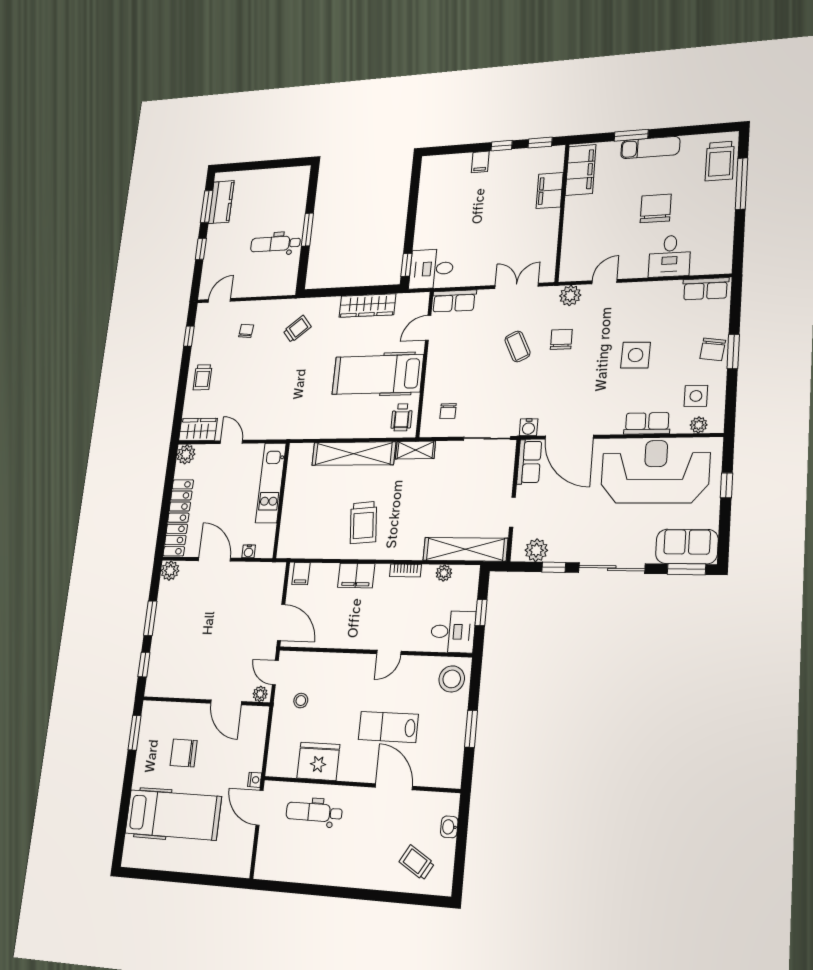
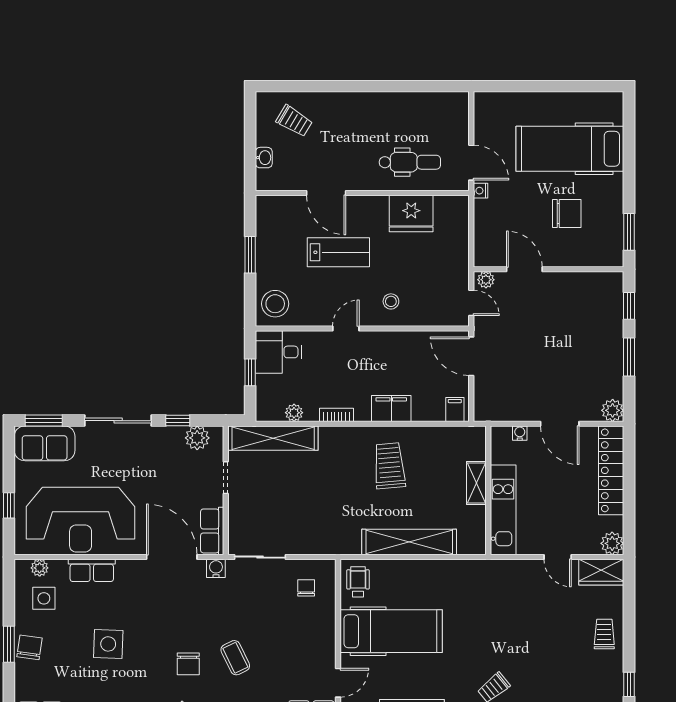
chair: (246, 331) -> (557, 688), removed
shelving: (415, 450) -> (476, 483), moved, turned 90
stool: (301, 701) -> (391, 301), moved

